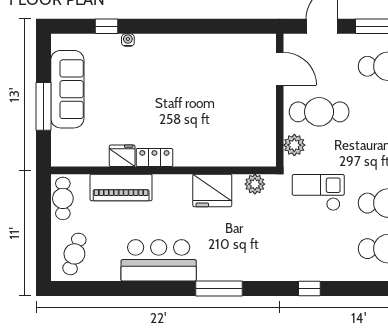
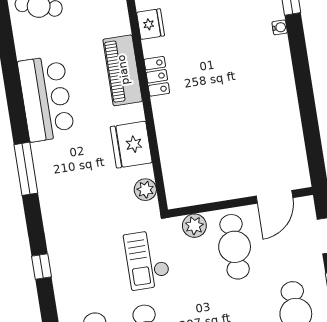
fridge: (122, 156) -> (151, 24), moved
piano: (121, 187) -> (123, 70), moved
checkout: (318, 193) -> (147, 260), turned 180

